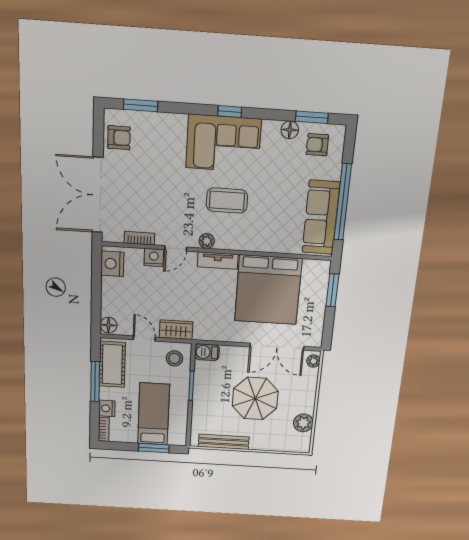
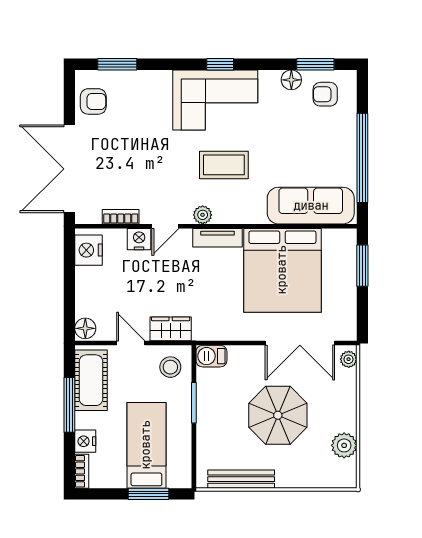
sofa: (321, 218) -> (311, 206), moved, turned 90

